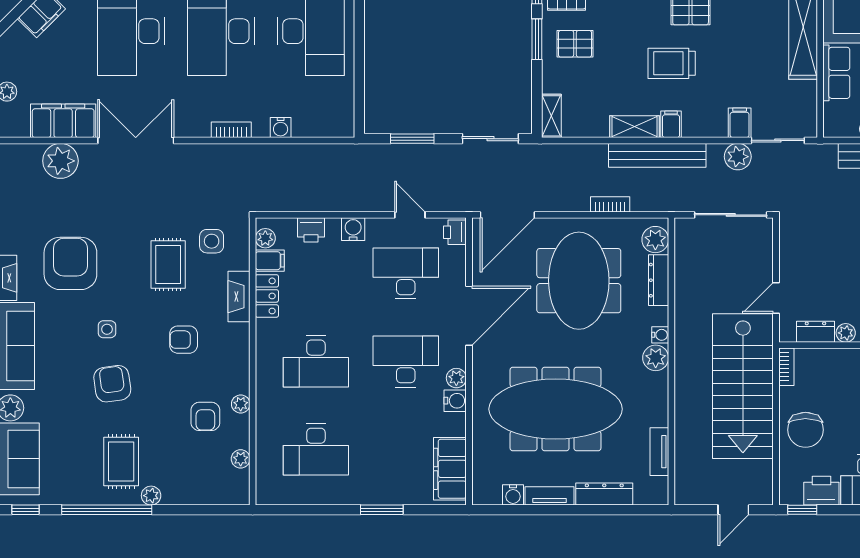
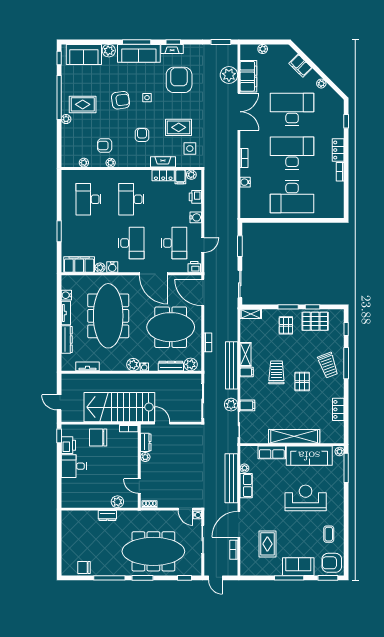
armchair: (70, 263) -> (179, 80), turned -90
plant: (456, 378) -> (100, 268), moved

